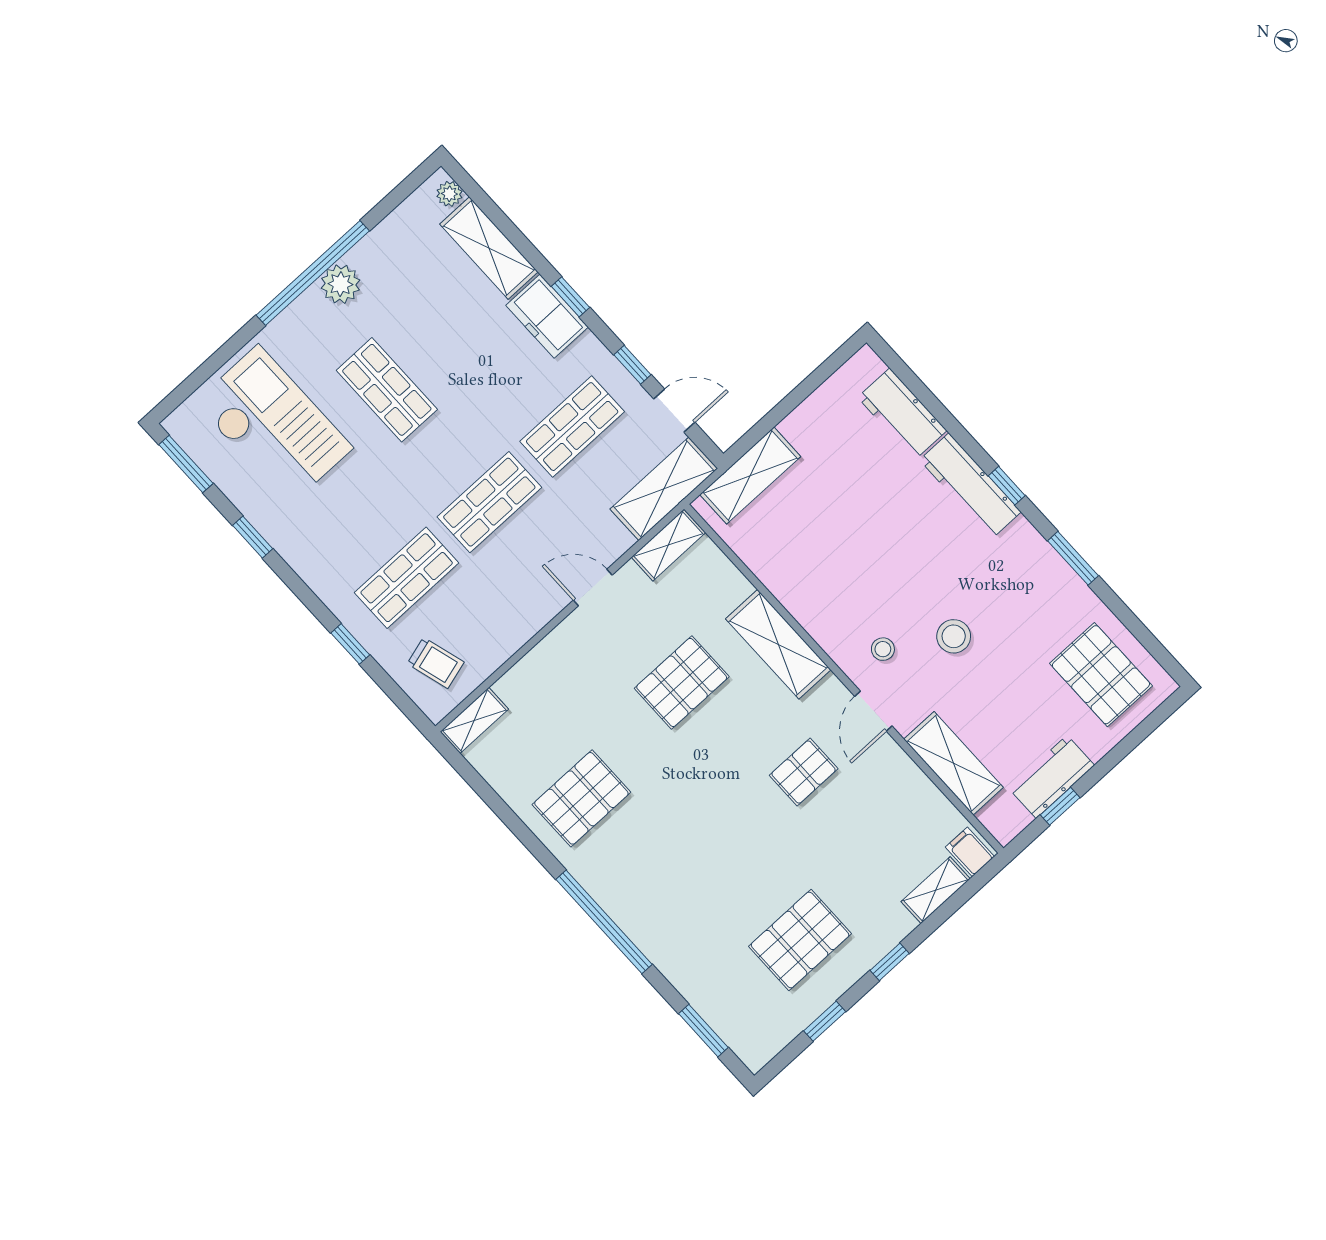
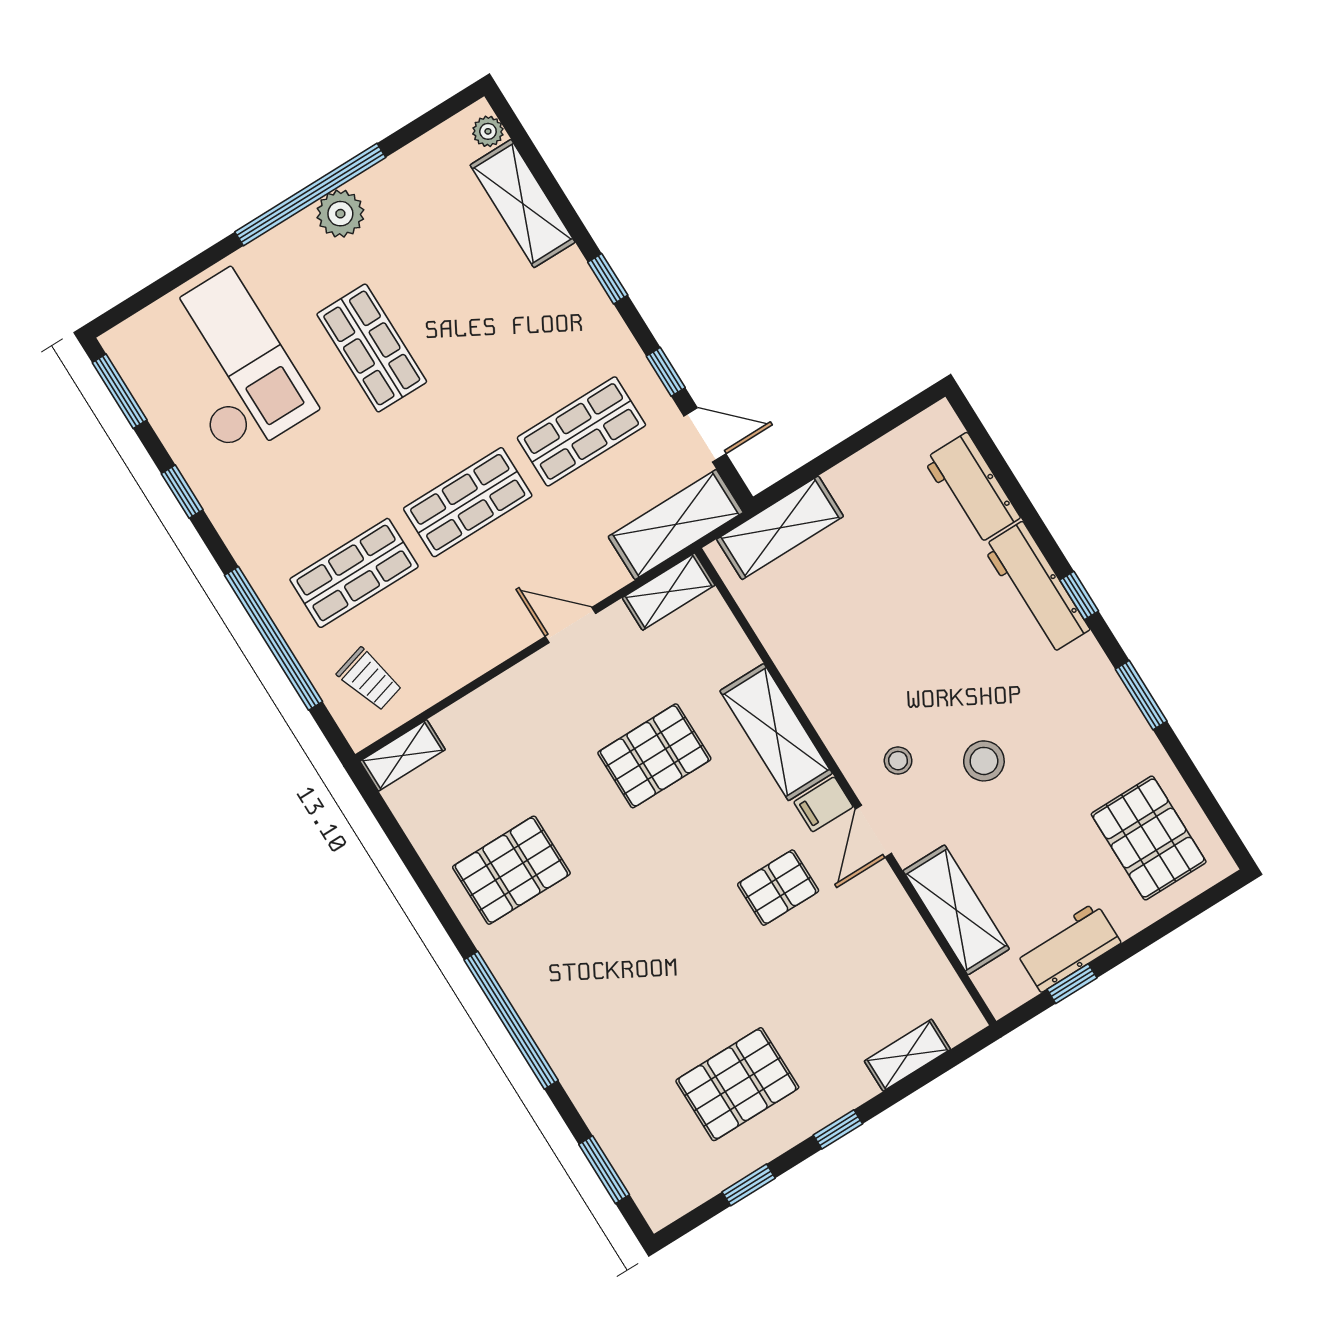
freezer: (547, 316) -> (576, 296), removed
window: (350, 644) -> (273, 638), width x3.17
filing cabinet: (970, 852) -> (823, 804), moved, turned -90

